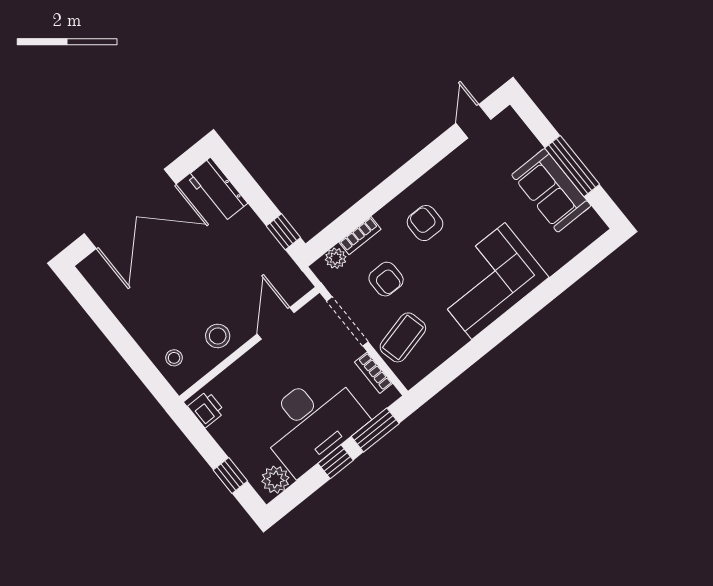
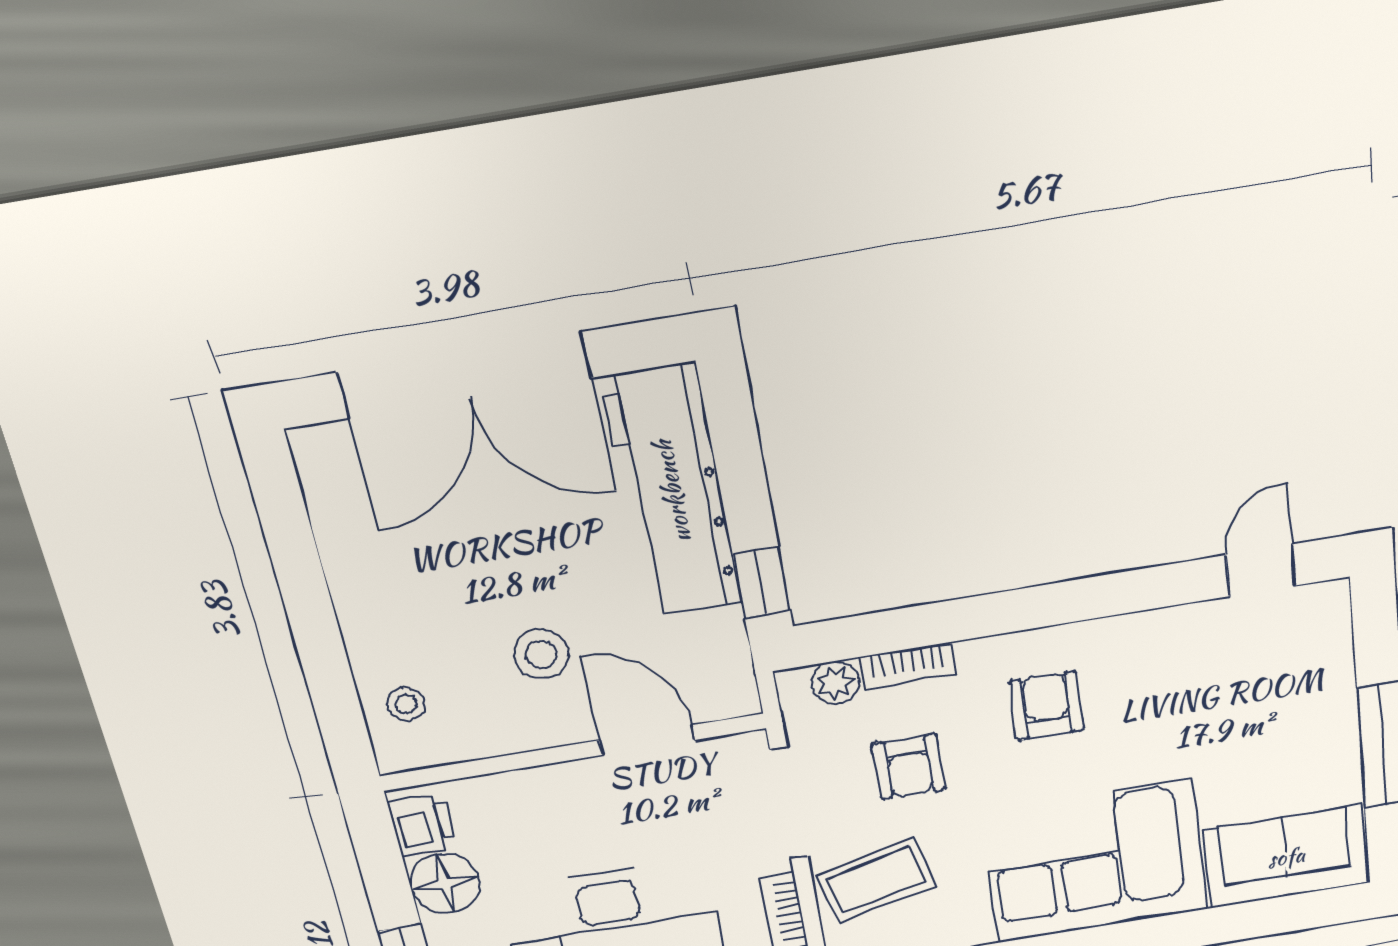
workbench: (217, 190) -> (672, 492), width x1.88, depth x1.32
sofa: (551, 190) -> (1286, 857), moved, turned 90
door: (276, 323) -> (647, 740), hinge flipped
stool: (218, 336) -> (541, 654), moved
floor lamp: (229, 432) -> (445, 883), added

